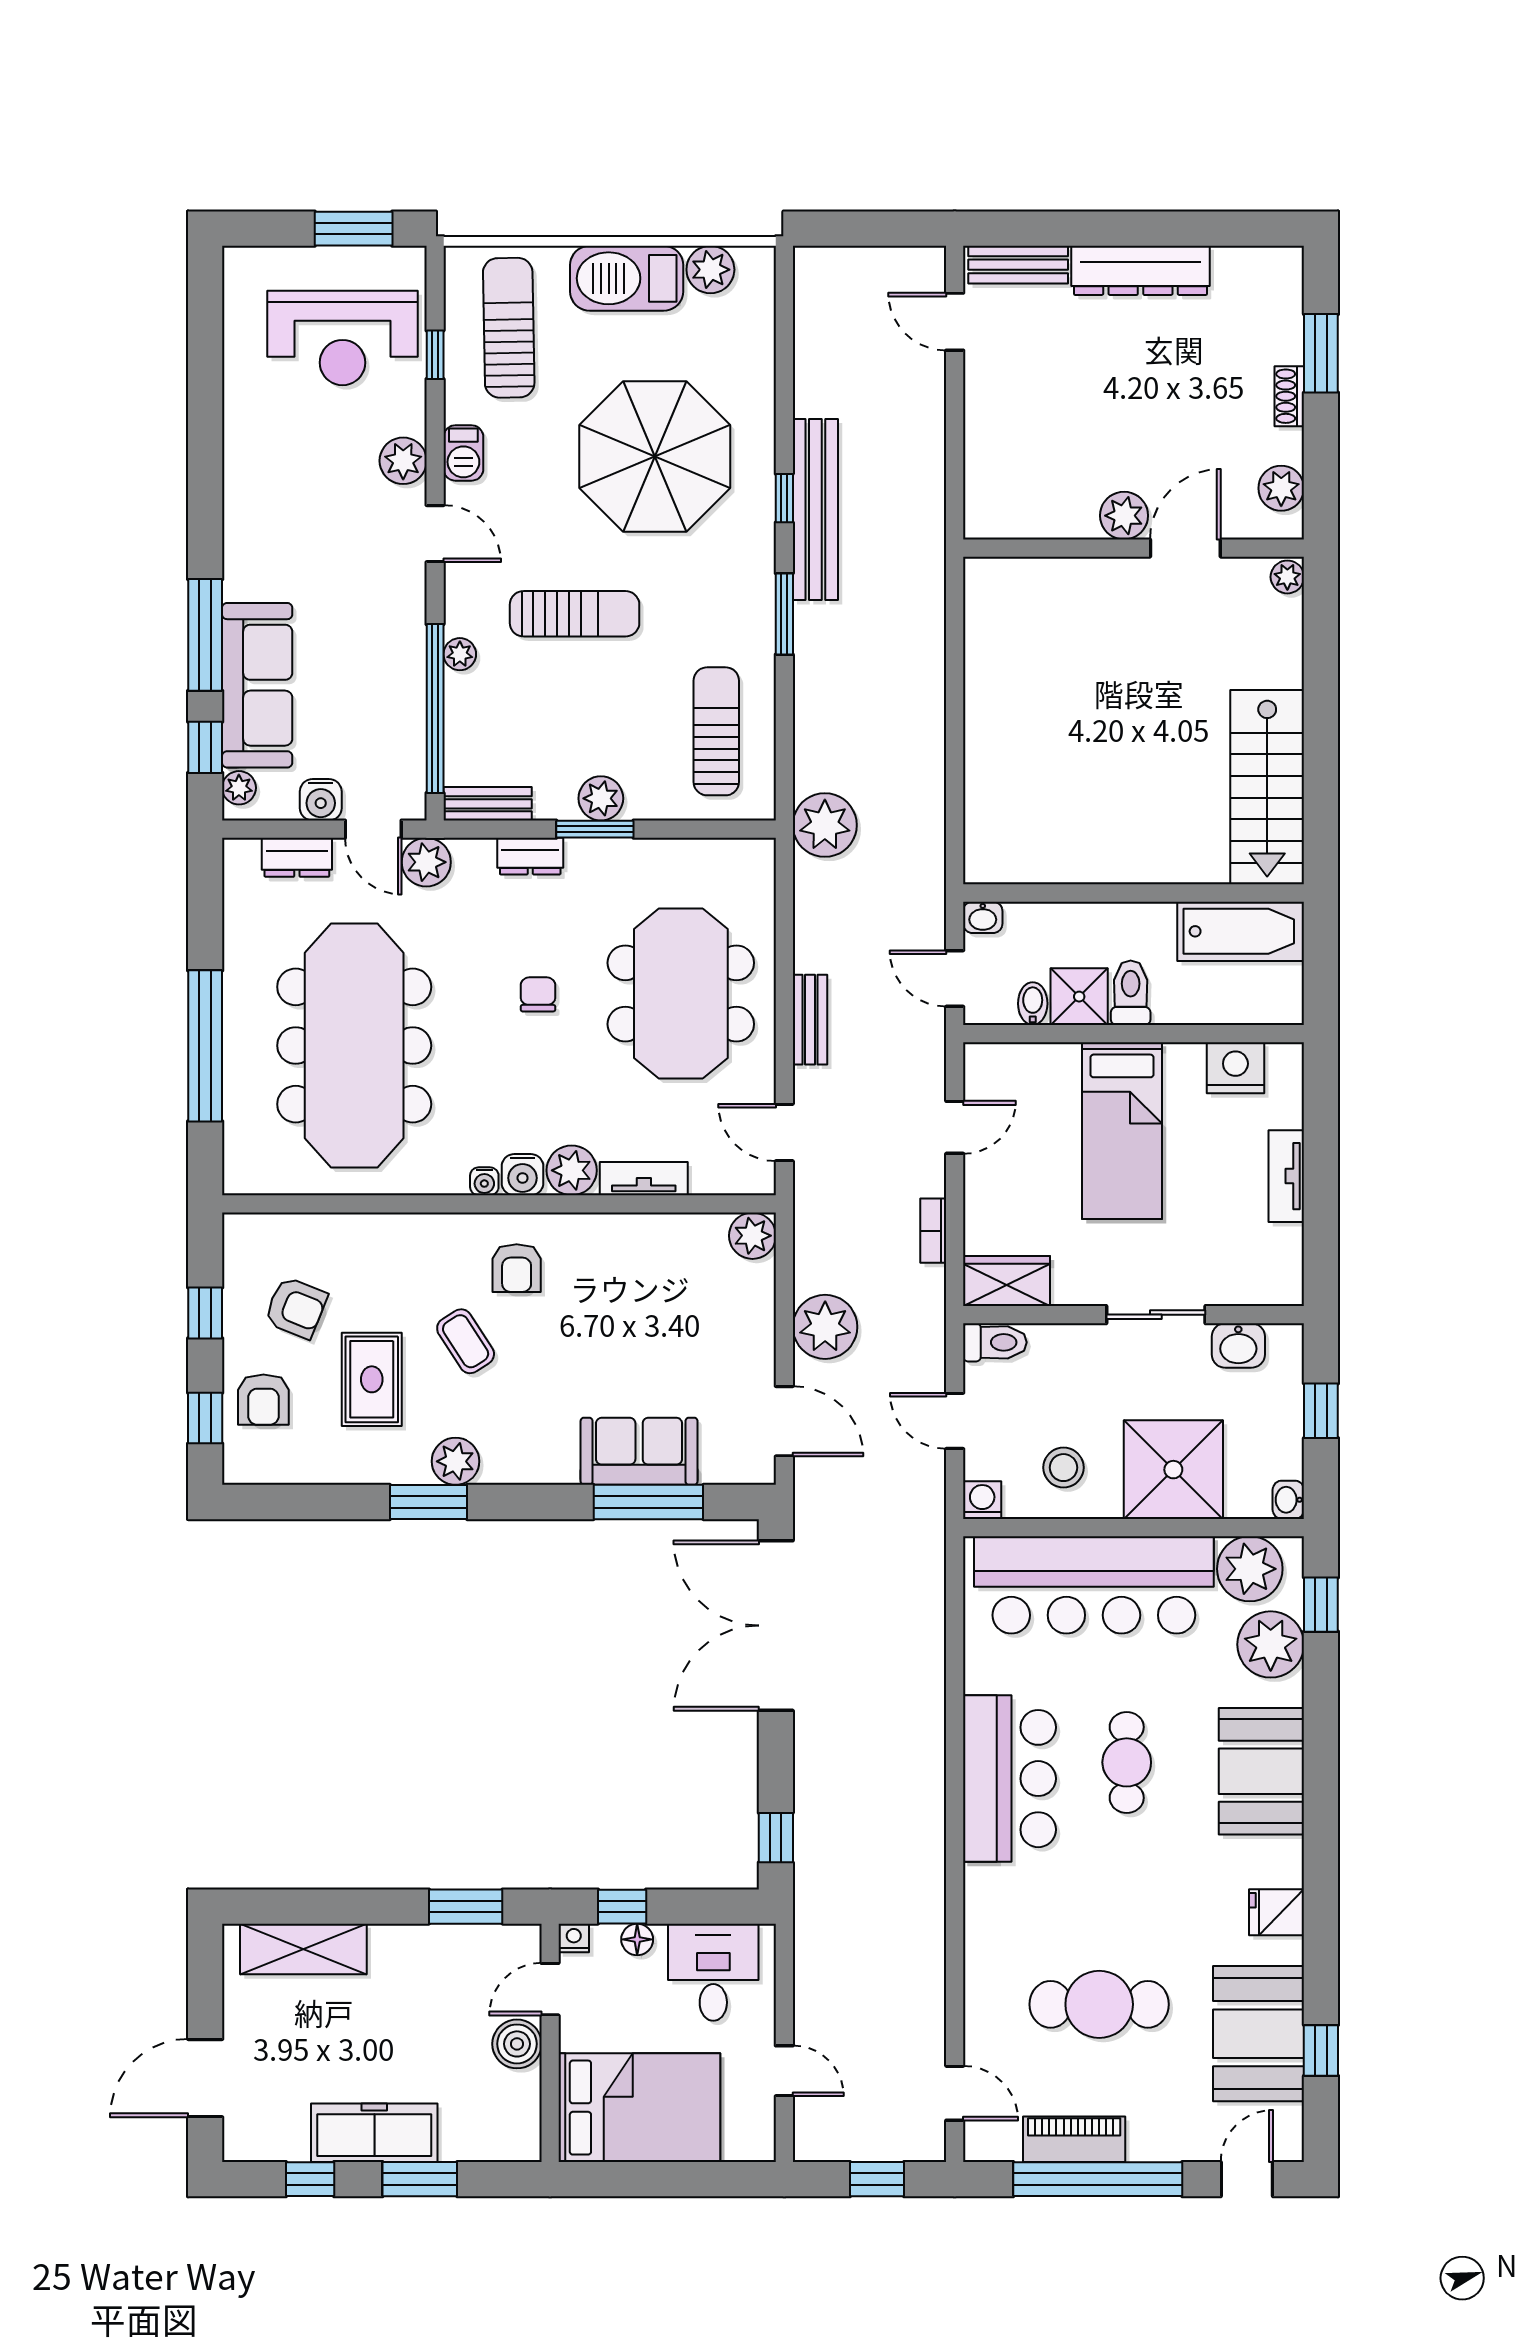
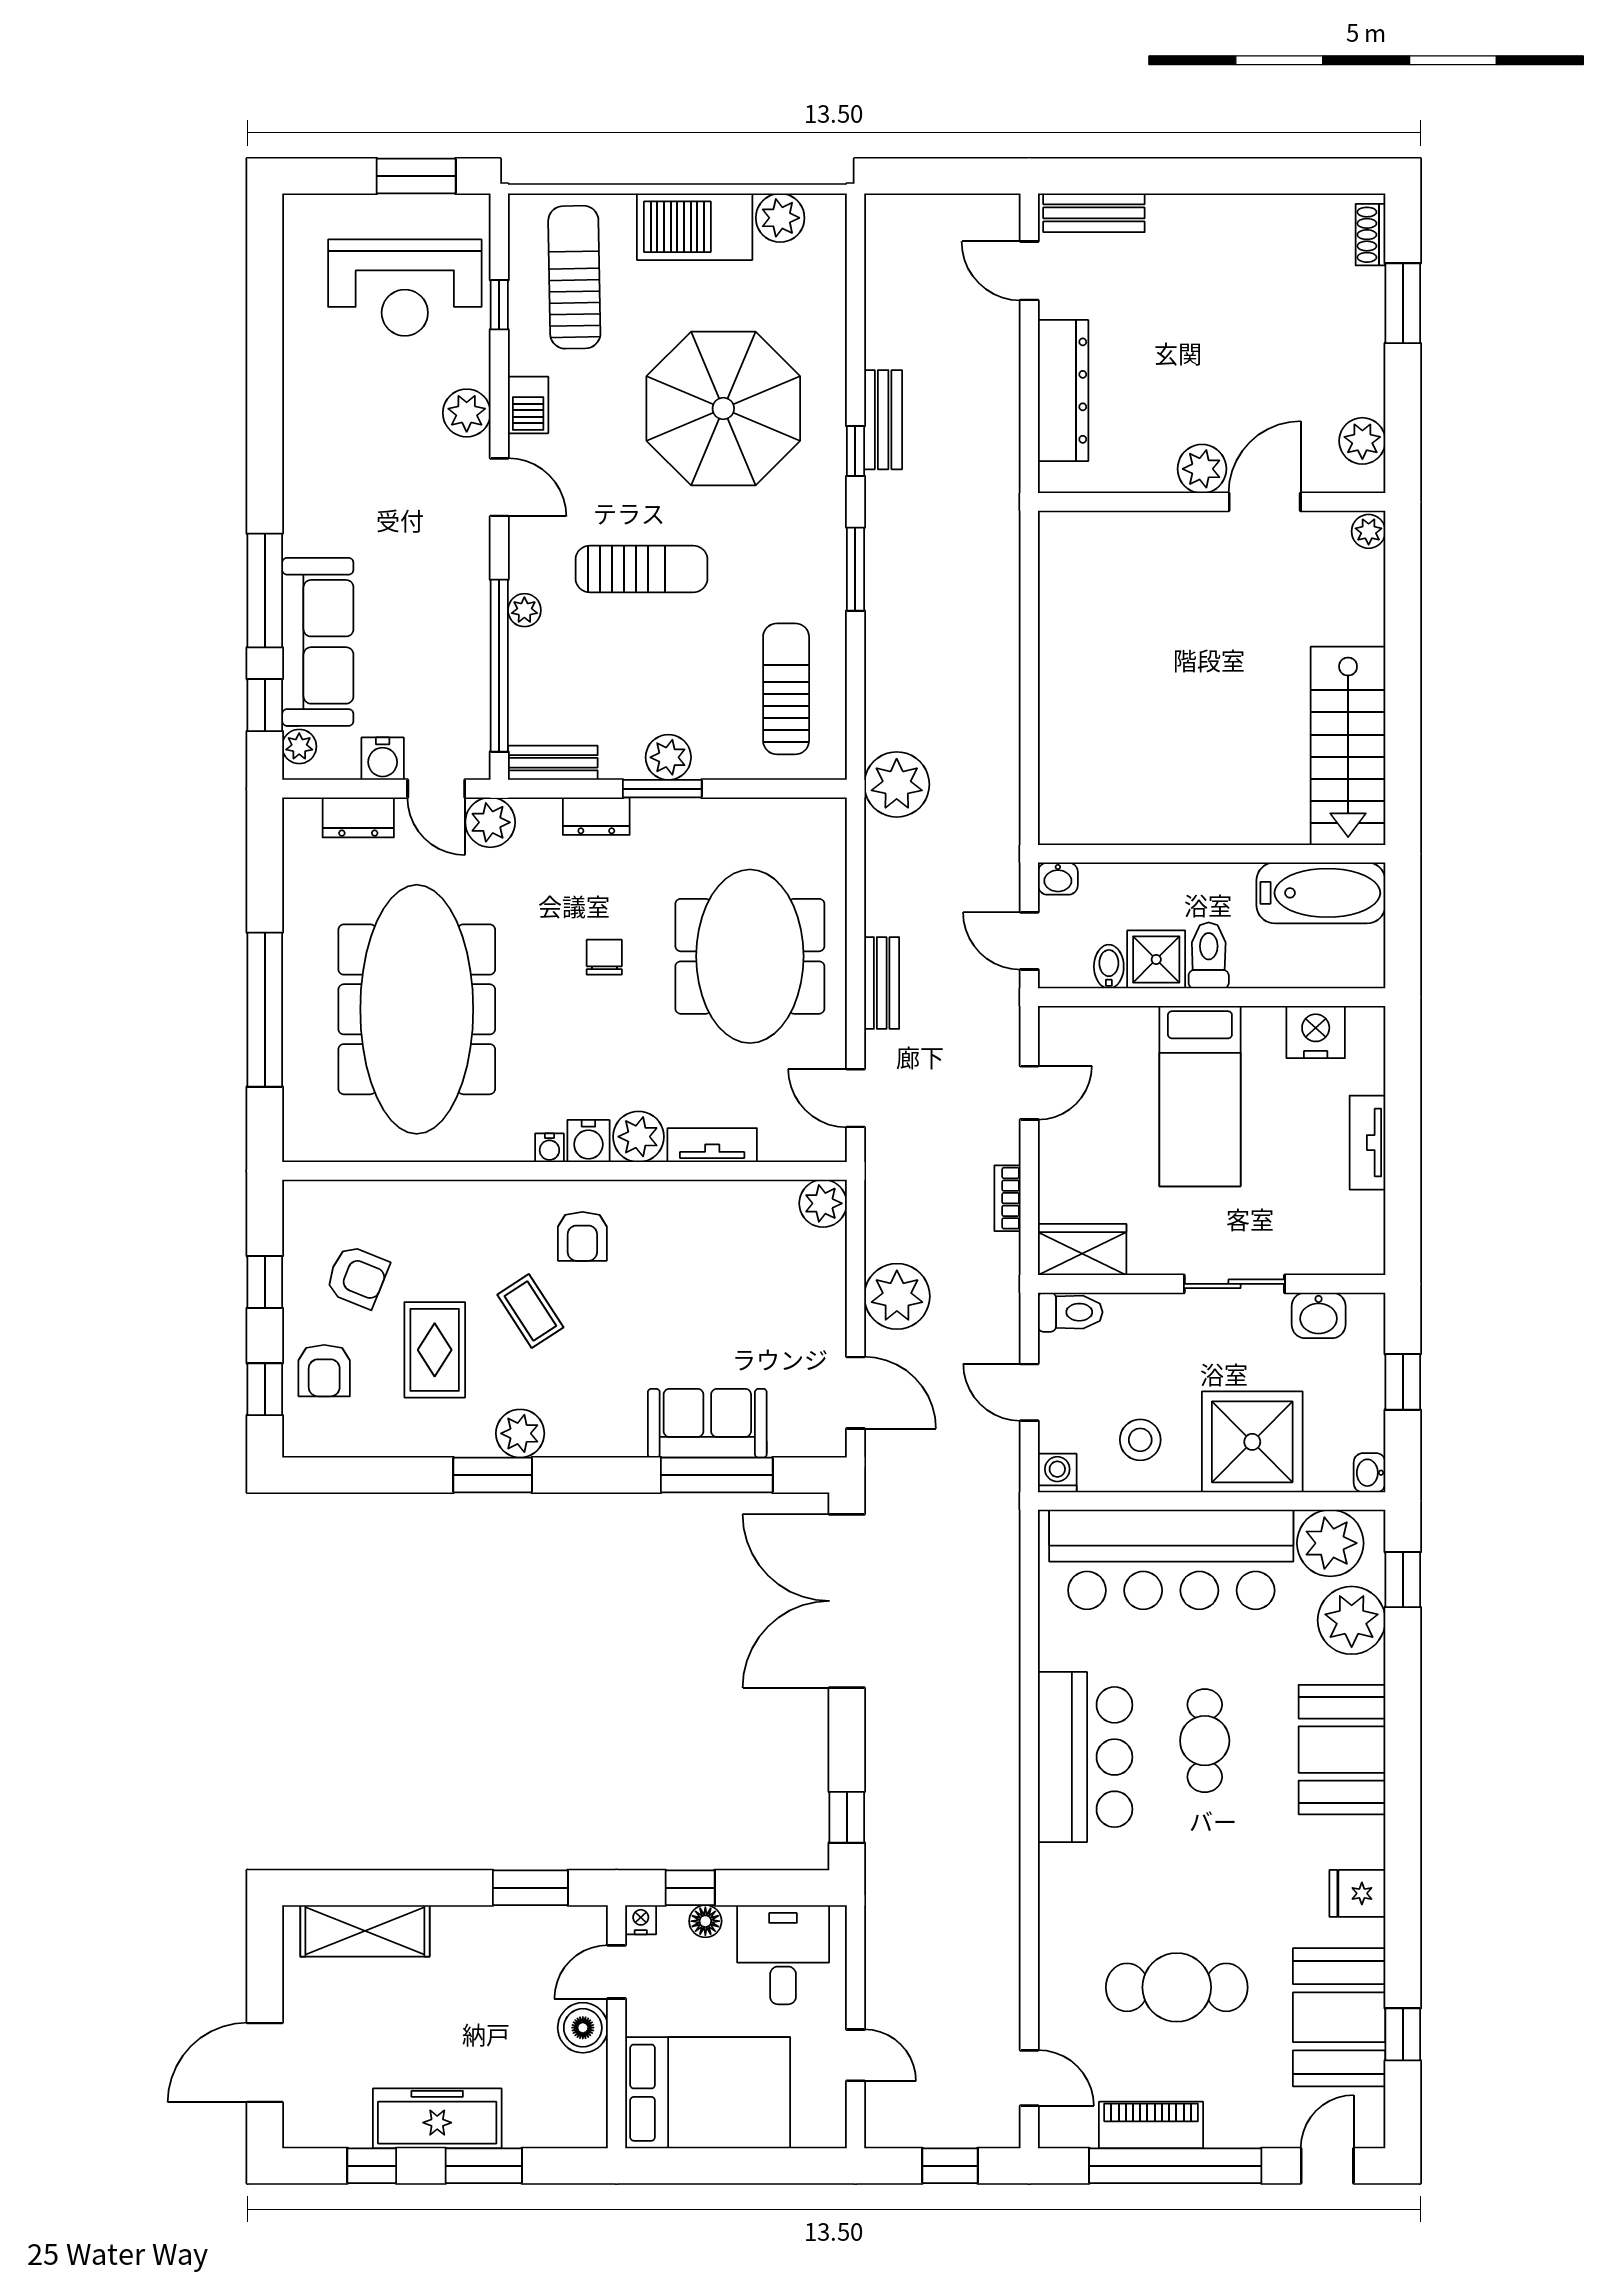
dresser: (1141, 270) -> (1063, 391), moved, turned -90
shoe rack: (1289, 396) -> (1370, 235), moved
bench: (815, 509) -> (883, 420), width x0.54, depth x0.82

